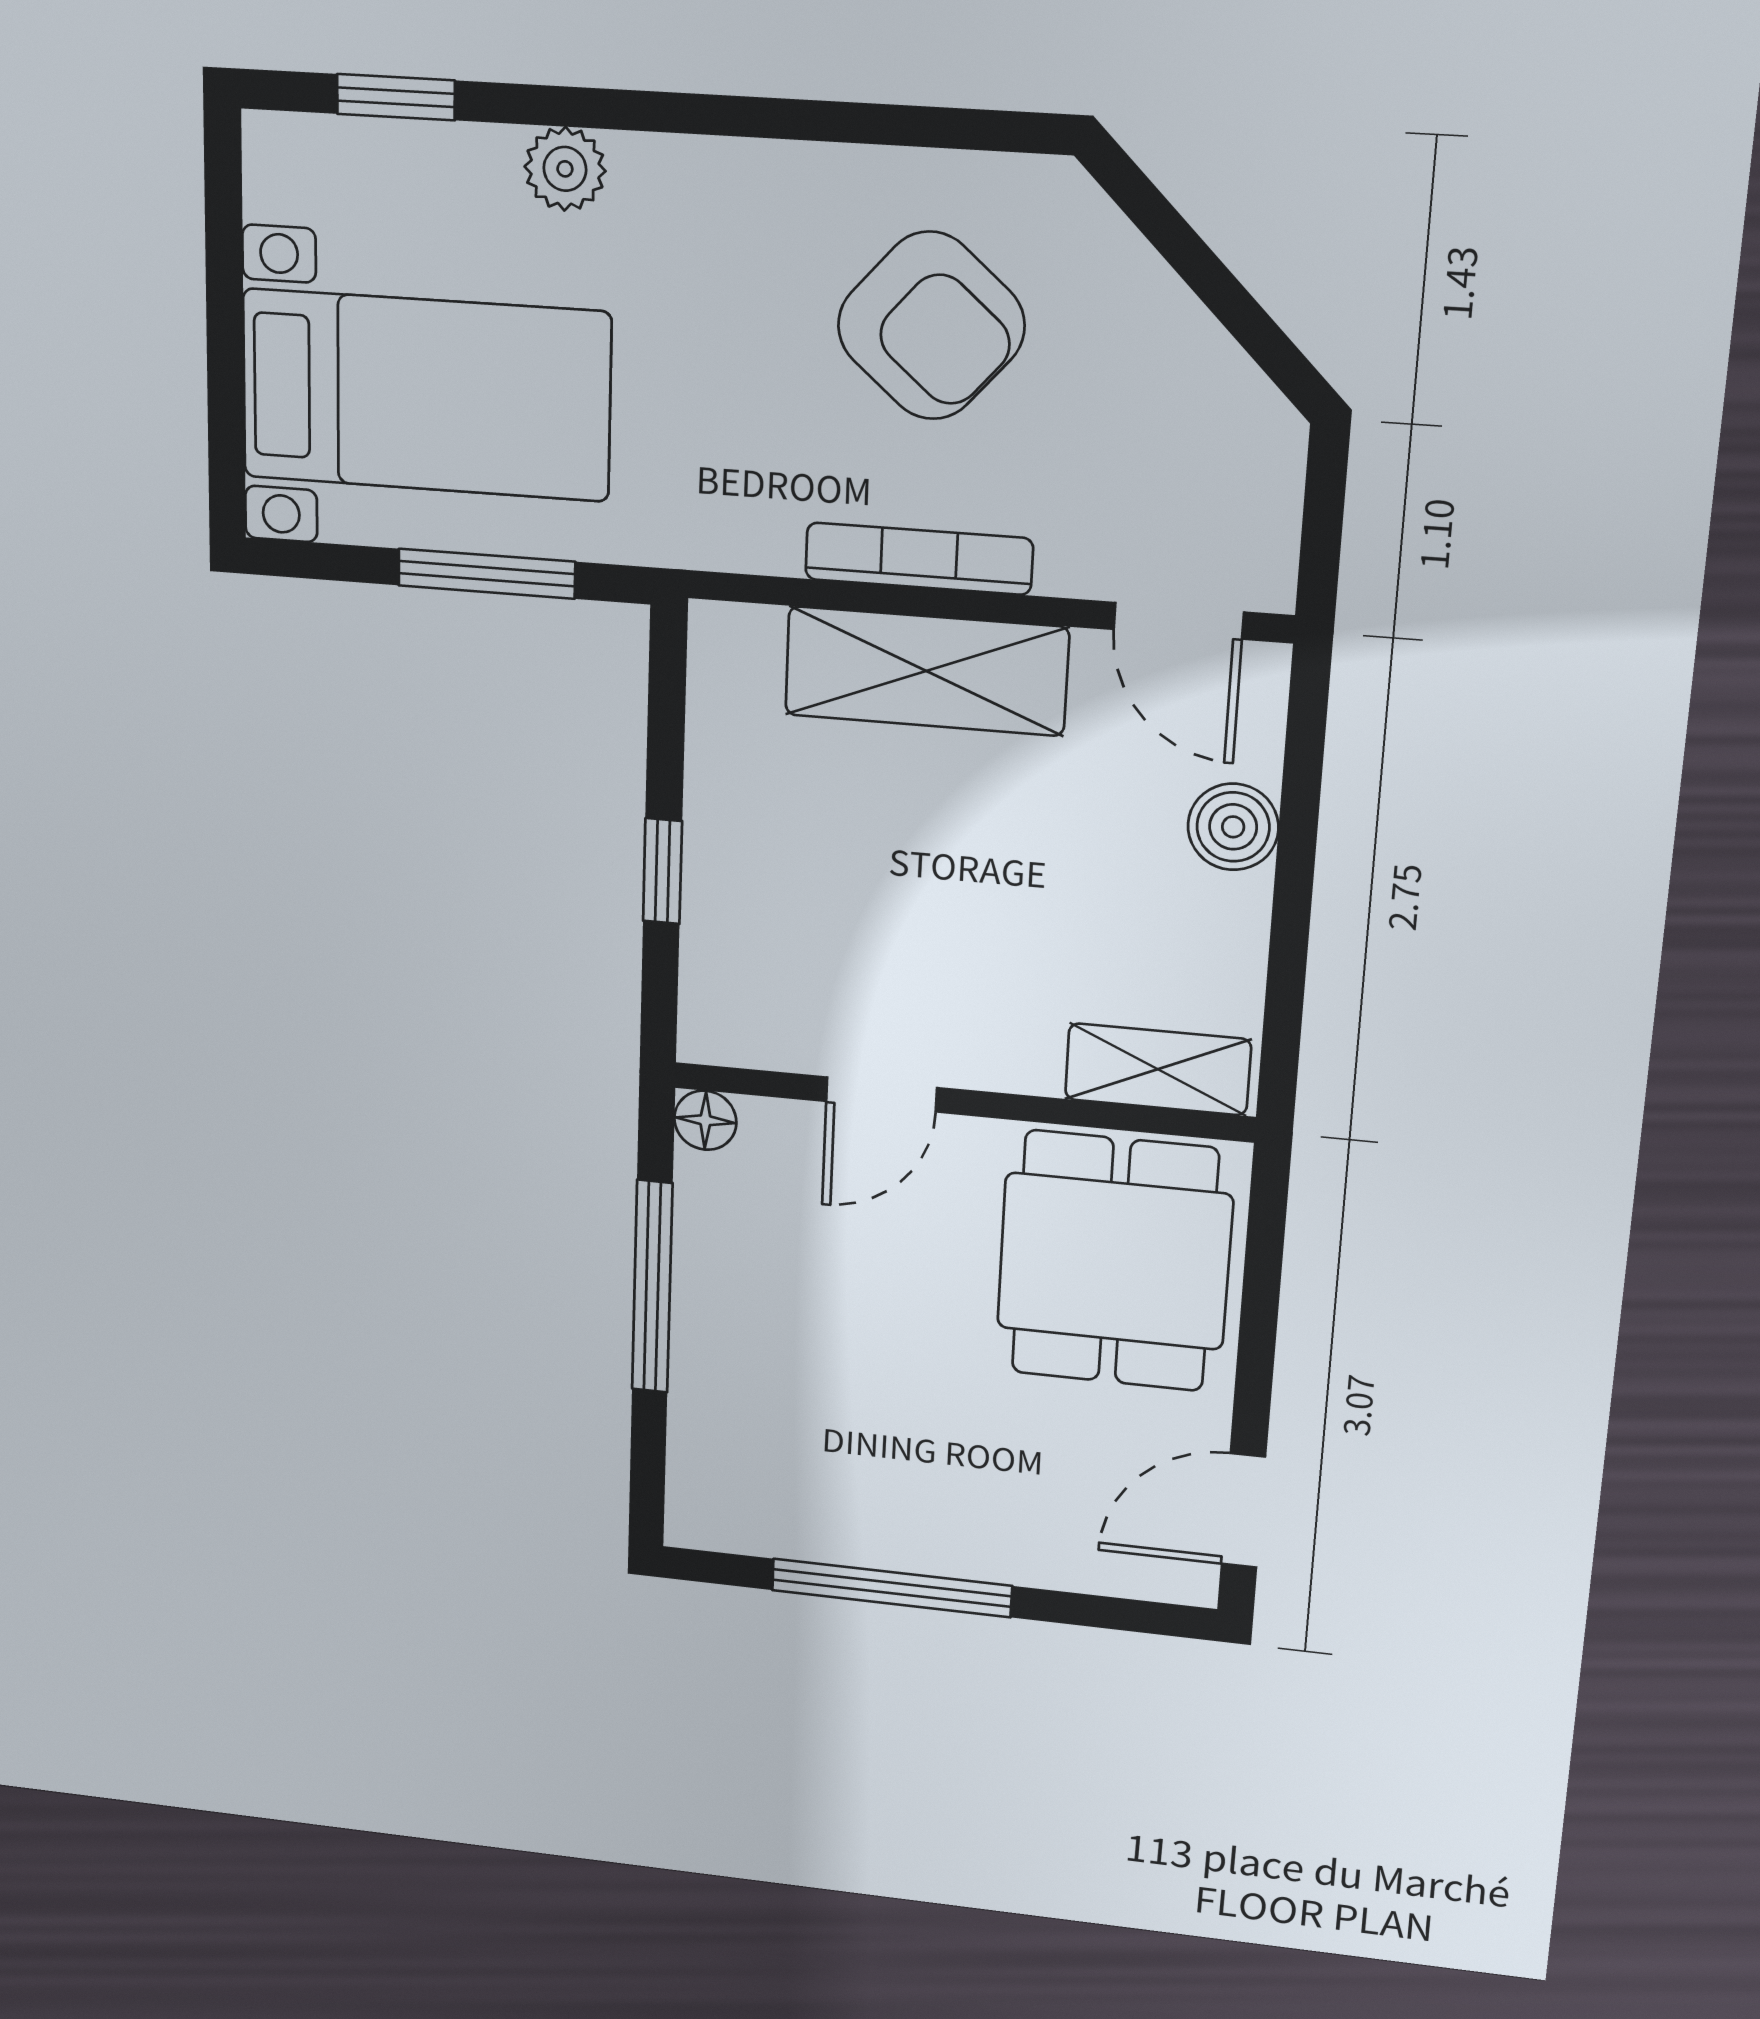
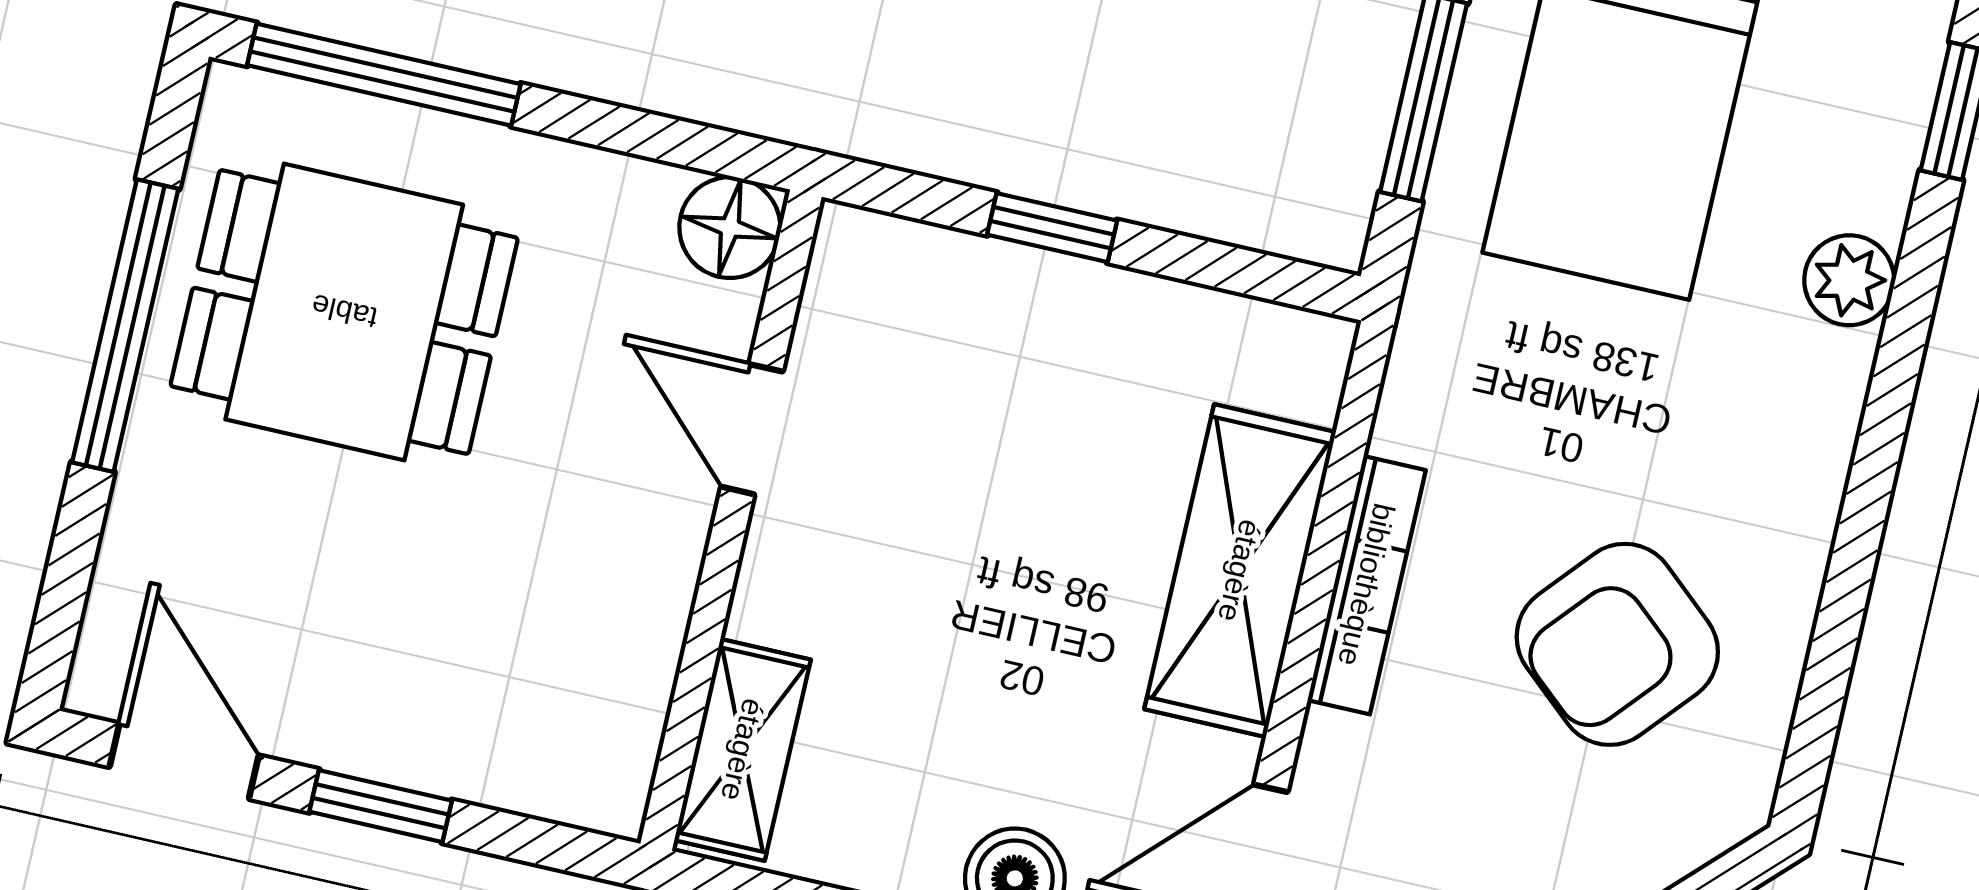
floor lamp: (705, 1120) -> (730, 228), width x1.37, depth x1.37
dining table: (1114, 1261) -> (344, 312), moved
window: (652, 1287) -> (384, 75), moved
window: (1256, 1354) -> (381, 806), added

